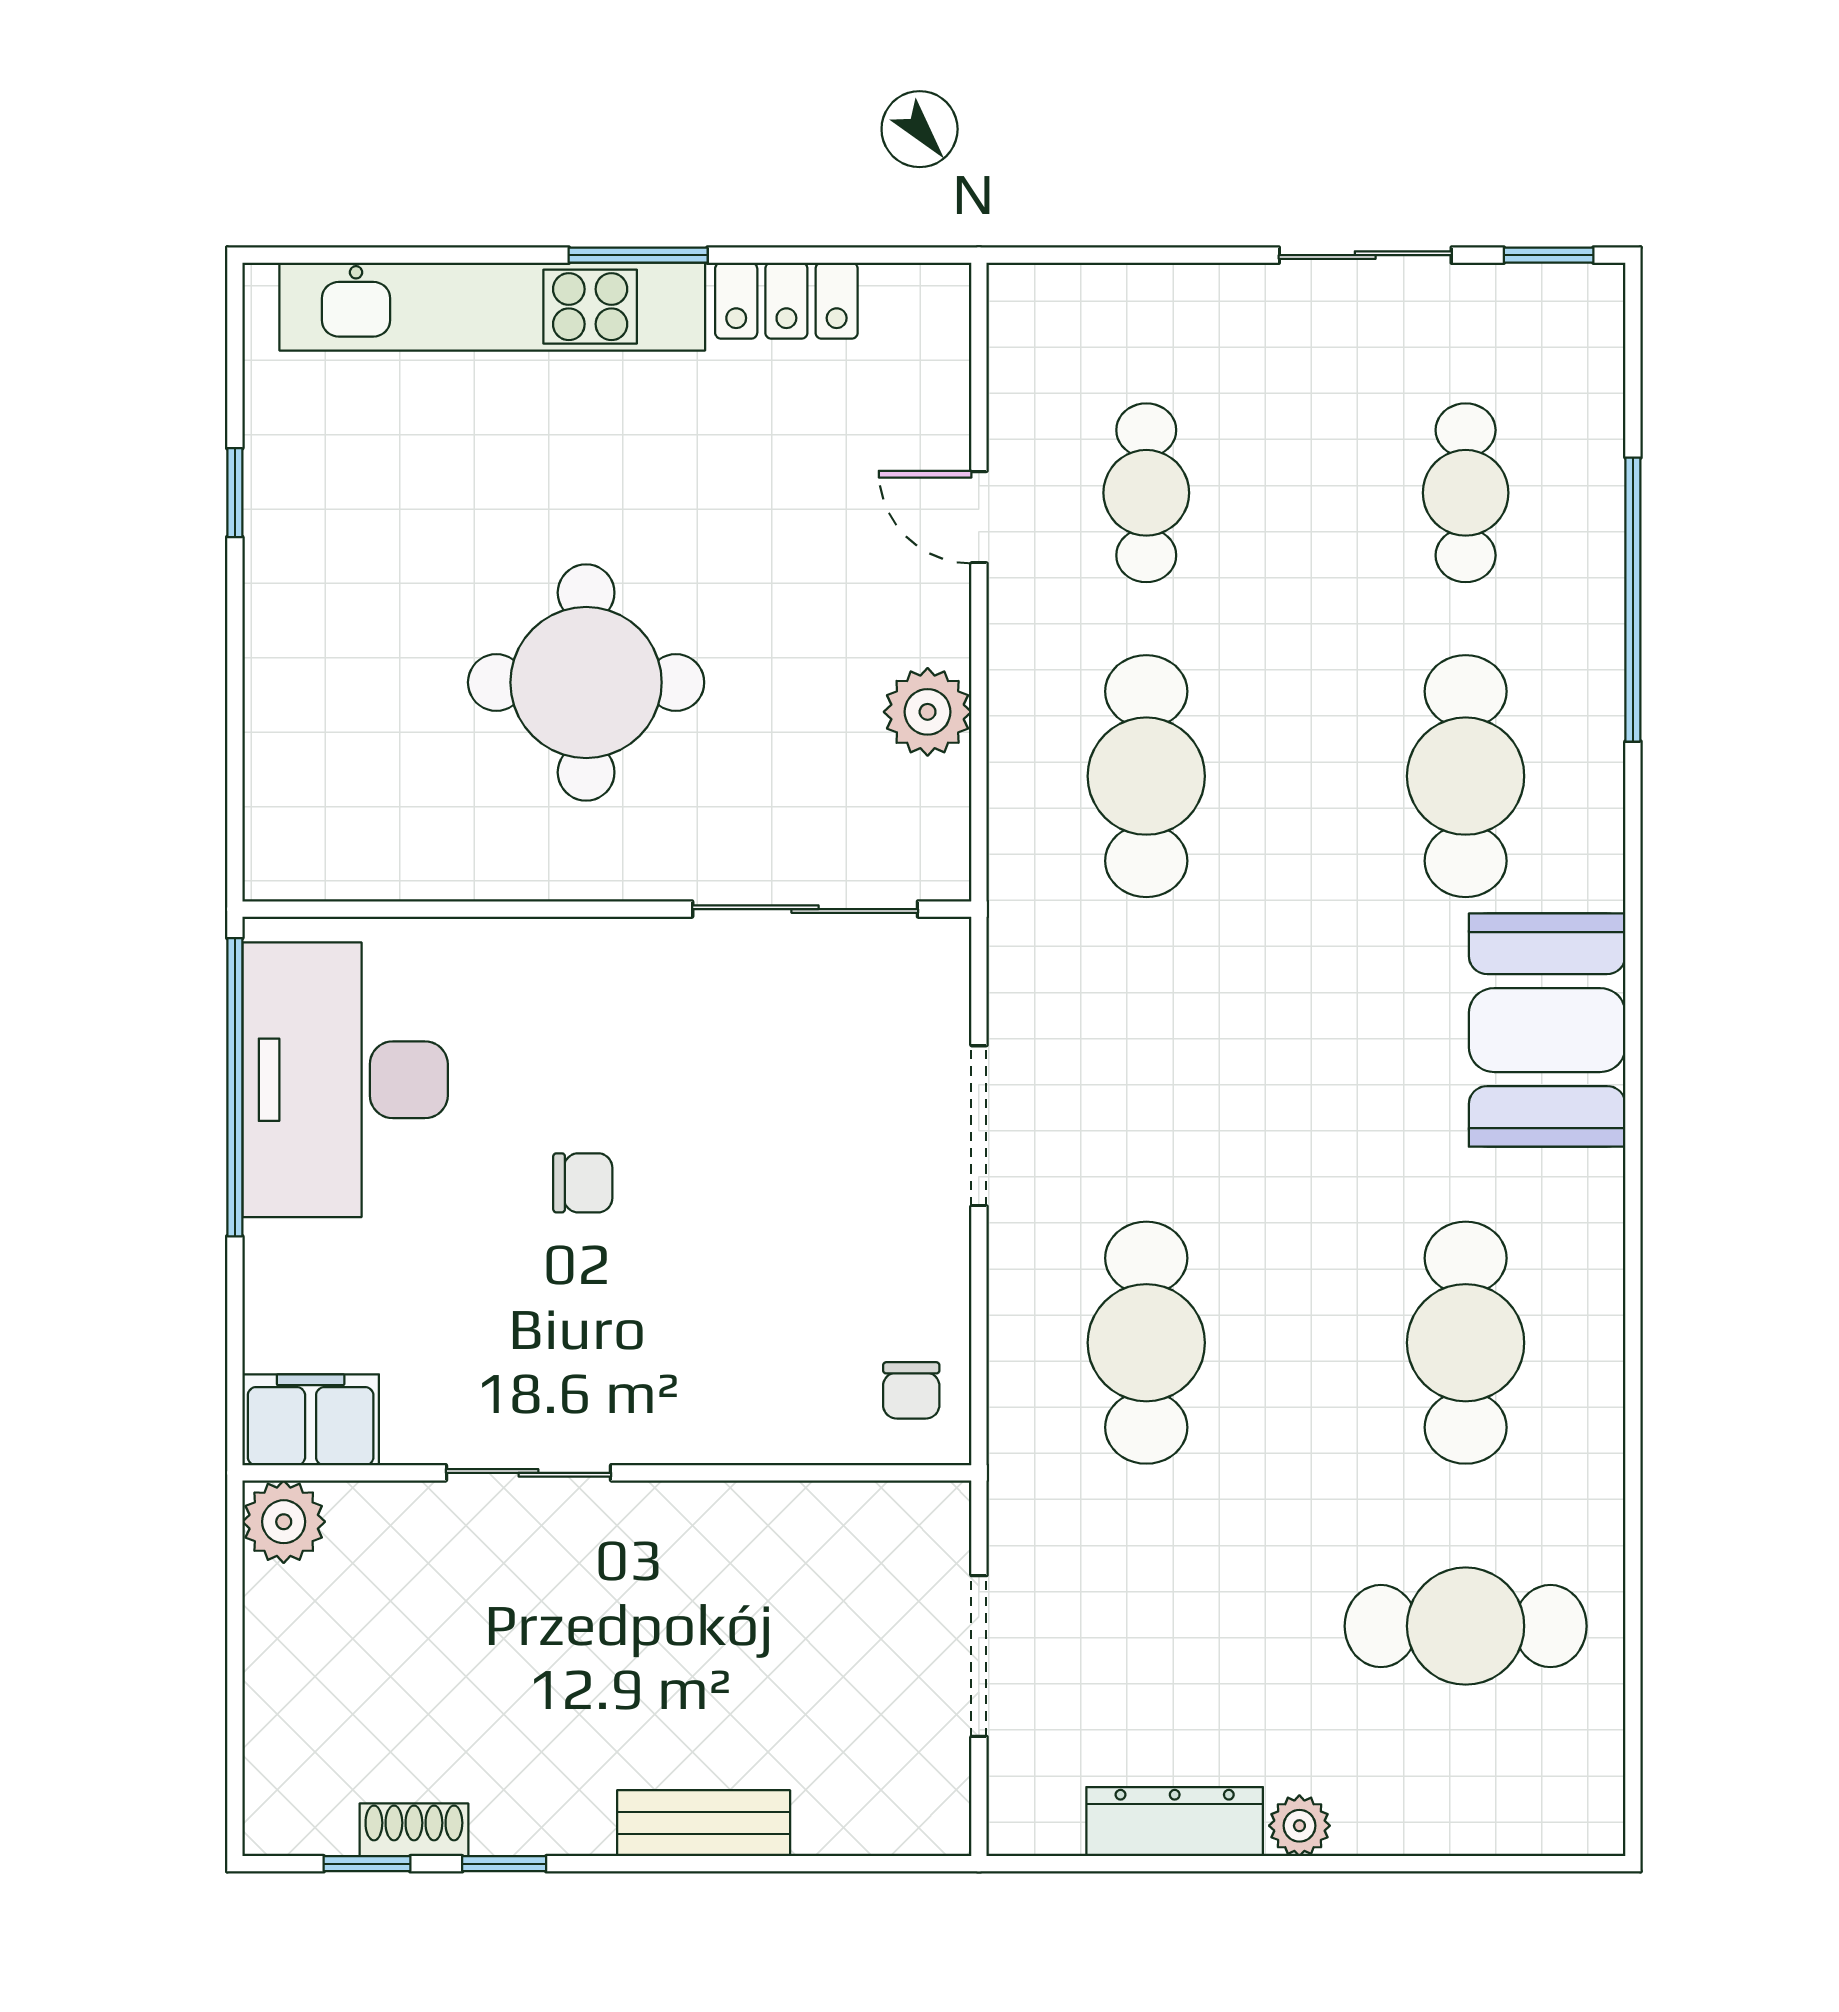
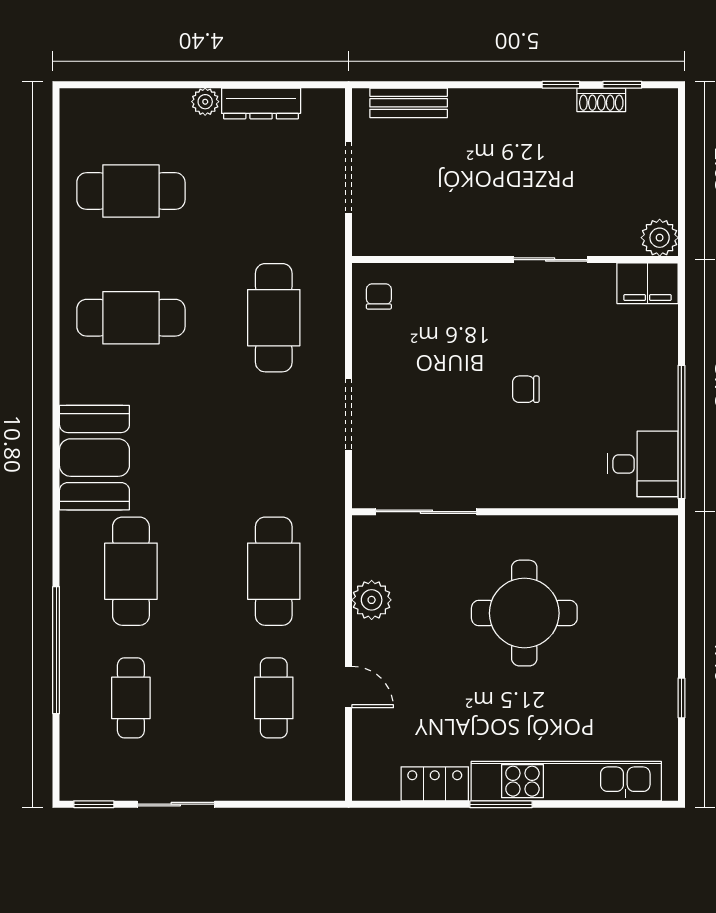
desk: (345, 1080) -> (643, 464), width x0.53, depth x0.77
cafe table: (1466, 1343) -> (131, 318), turned 90
bench: (704, 1823) -> (409, 103), moved

